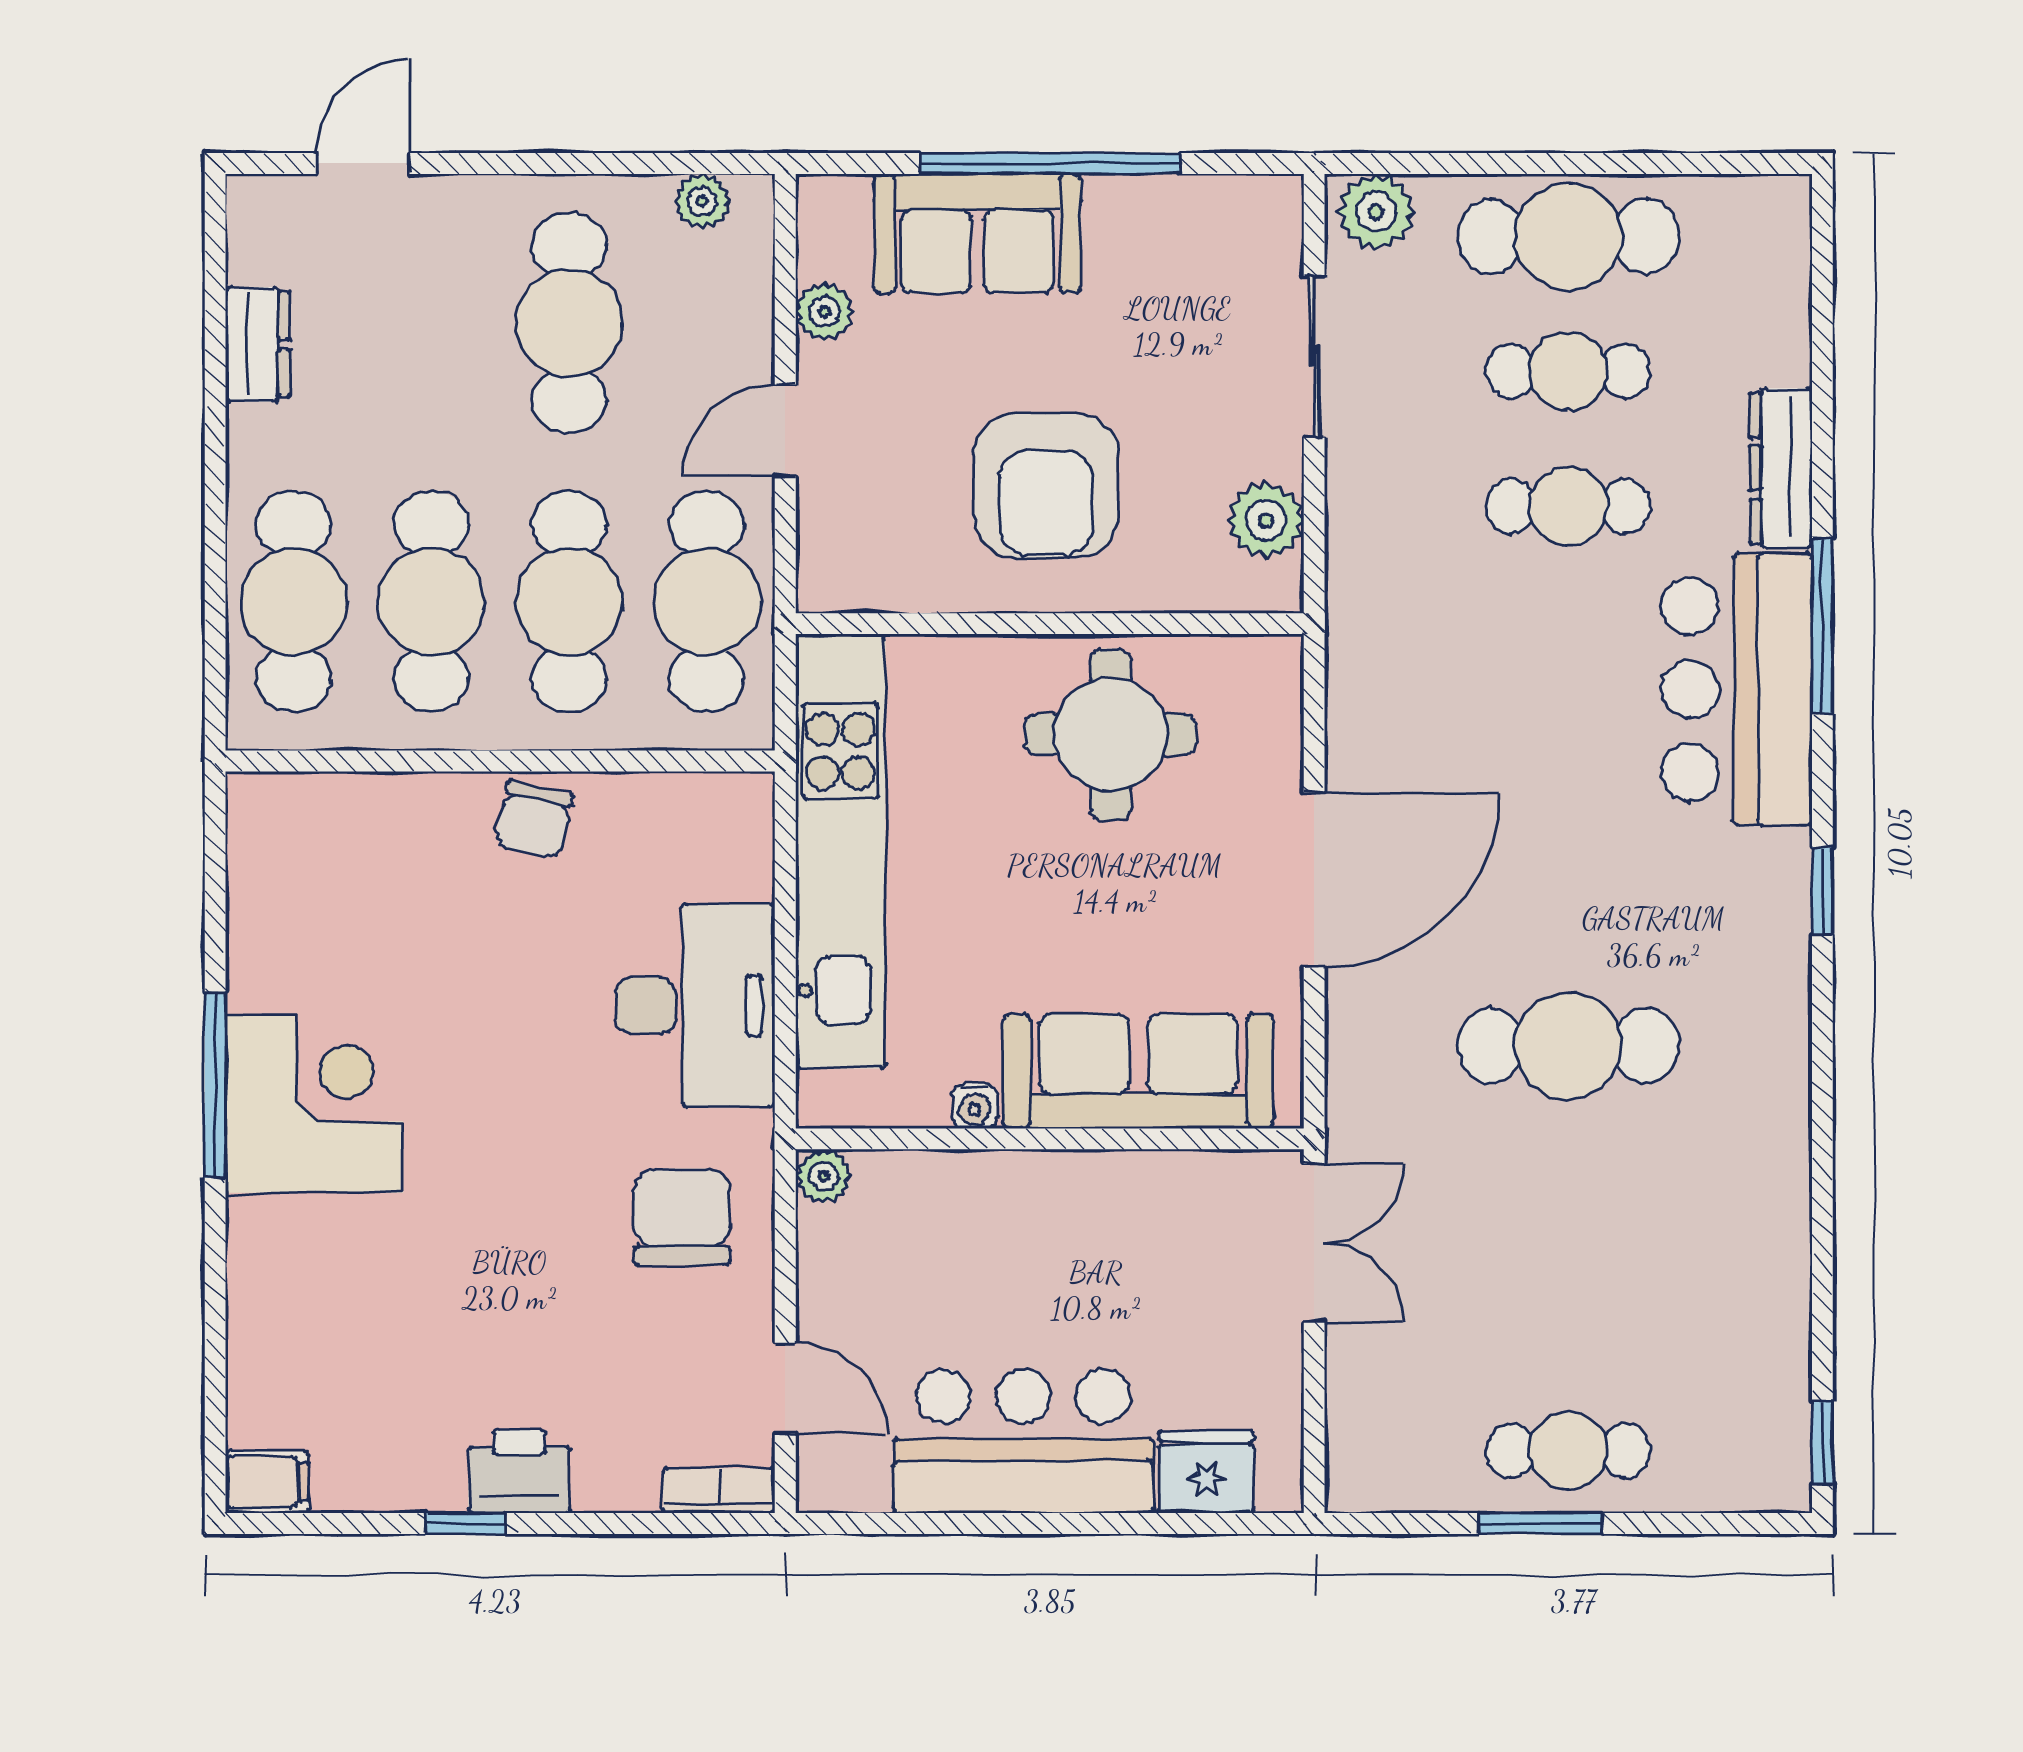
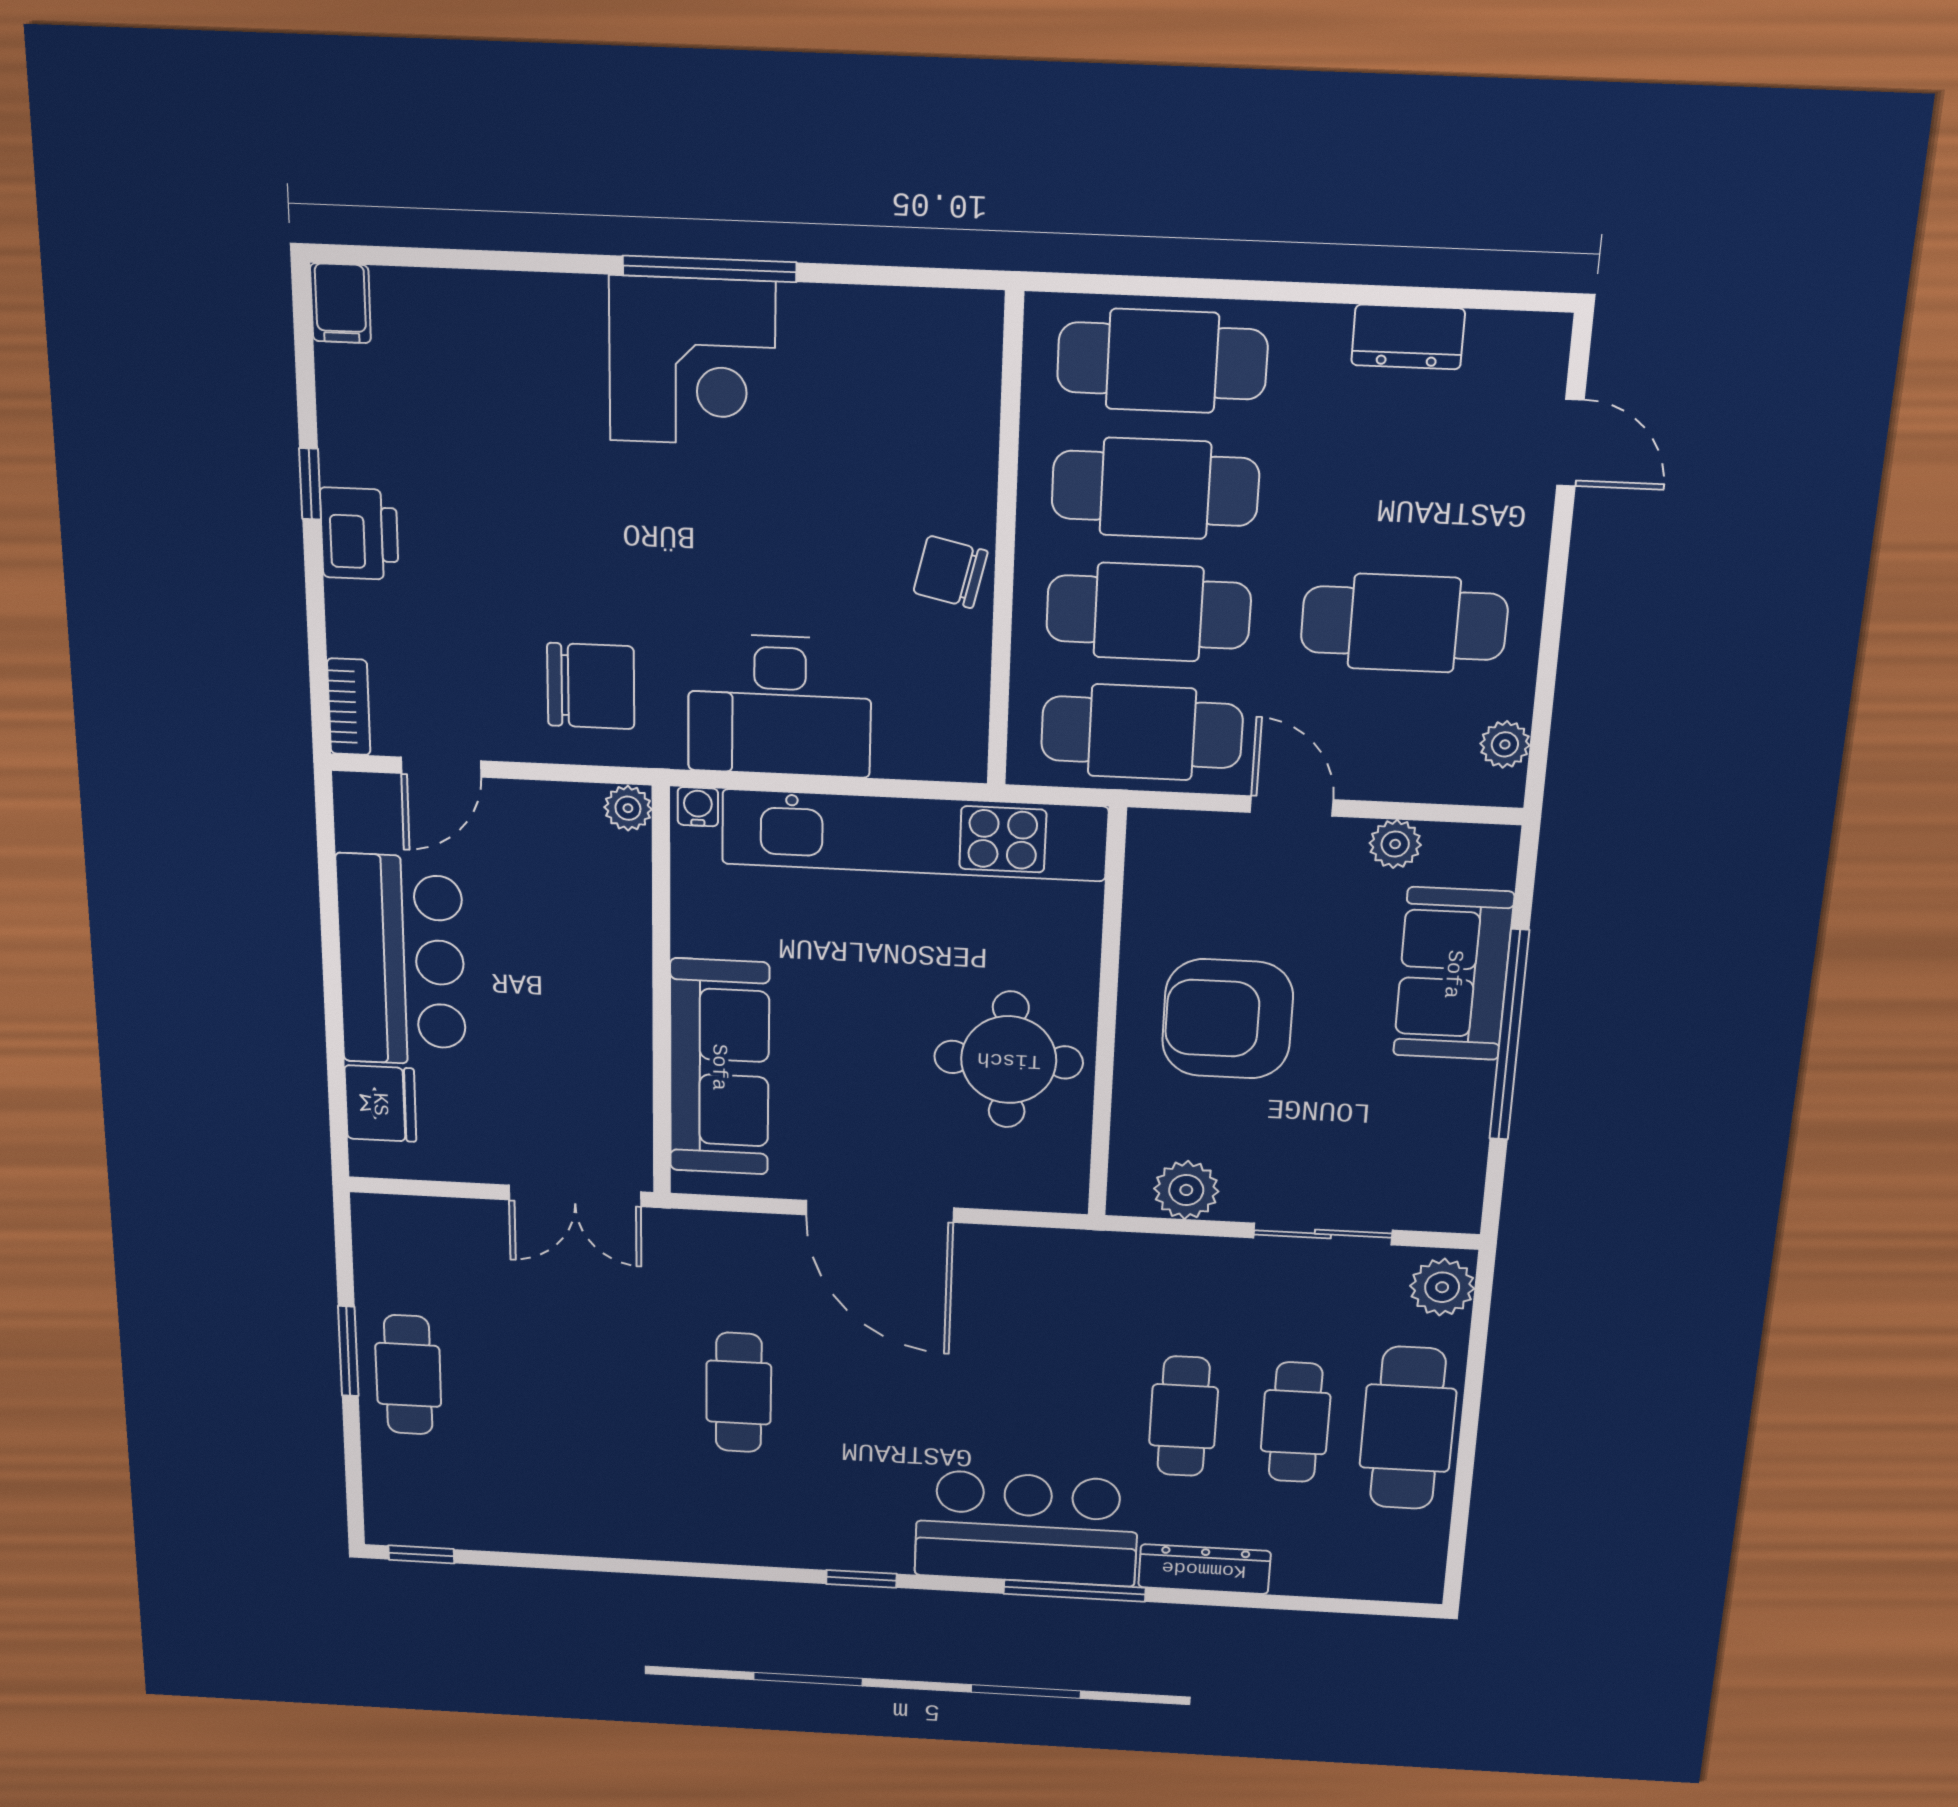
cafe table: (1568, 1046) -> (739, 1393), width x0.73, depth x0.74
water cooler: (975, 1106) -> (698, 807), moved, turned 90

